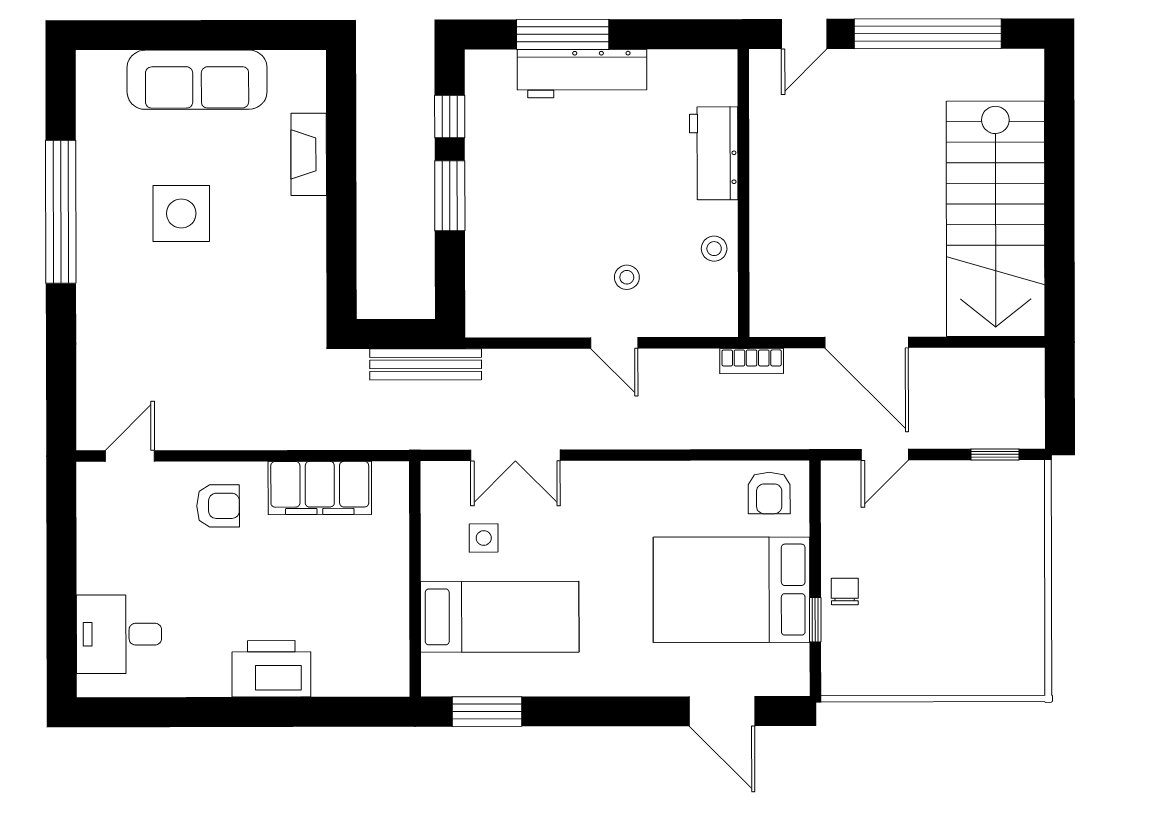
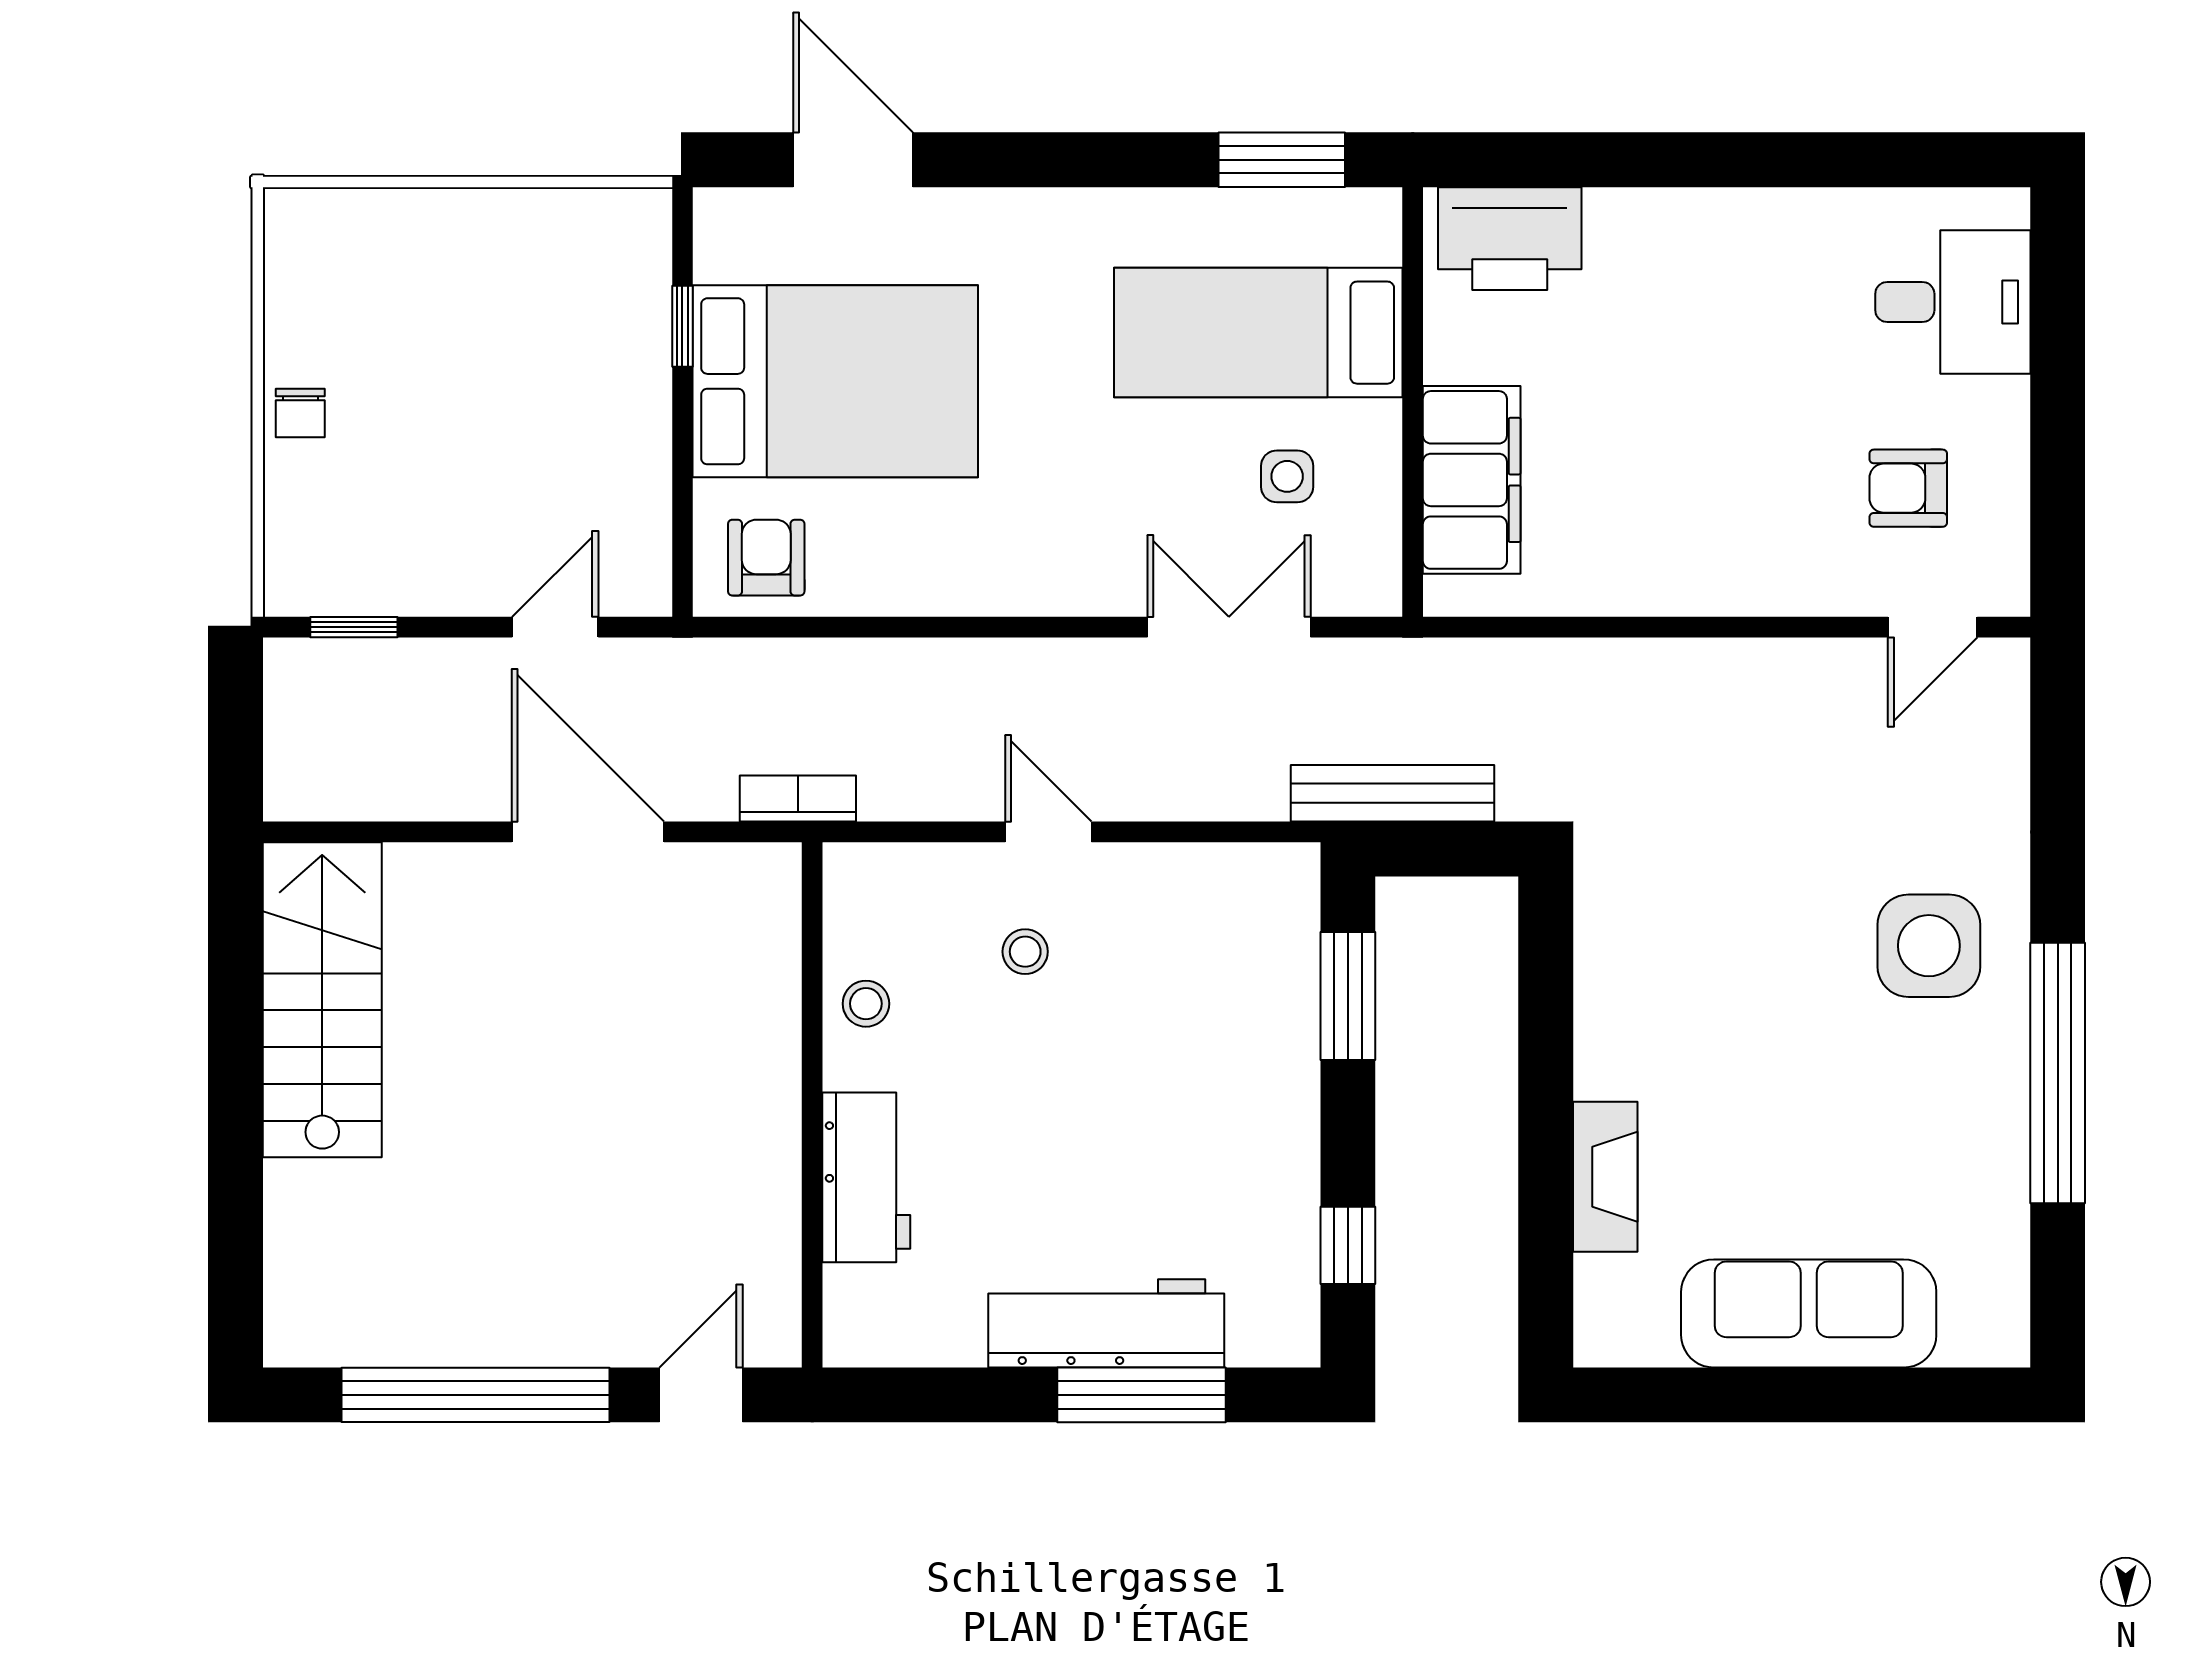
window: (450, 196) -> (1348, 996), moved
side table: (181, 213) -> (1929, 946), moved
stairs: (996, 219) -> (322, 1000), width x0.73, depth x0.66
filing cabinet: (320, 488) -> (1472, 480), moved, turned 90
armchair: (218, 506) -> (1908, 488), moved
chair: (845, 591) -> (300, 413), moved
printer: (271, 669) -> (1510, 239), moved

